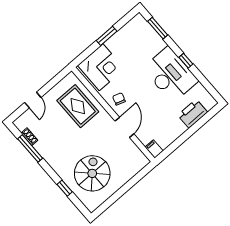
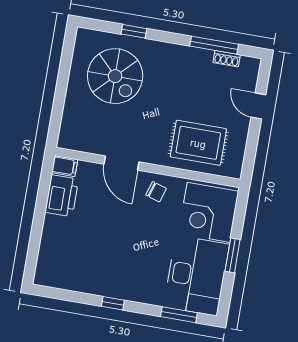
desk: (170, 75) -> (196, 276), moved, turned -90
printer: (193, 114) -> (62, 196), moved

